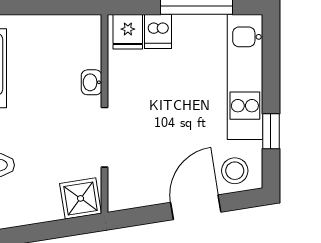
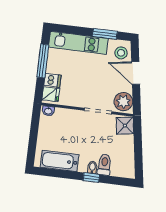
washbasin: (92, 82) -> (48, 111), moved
window: (271, 131) -> (105, 34), width x1.50
plant: (131, 189) -> (123, 102), added

